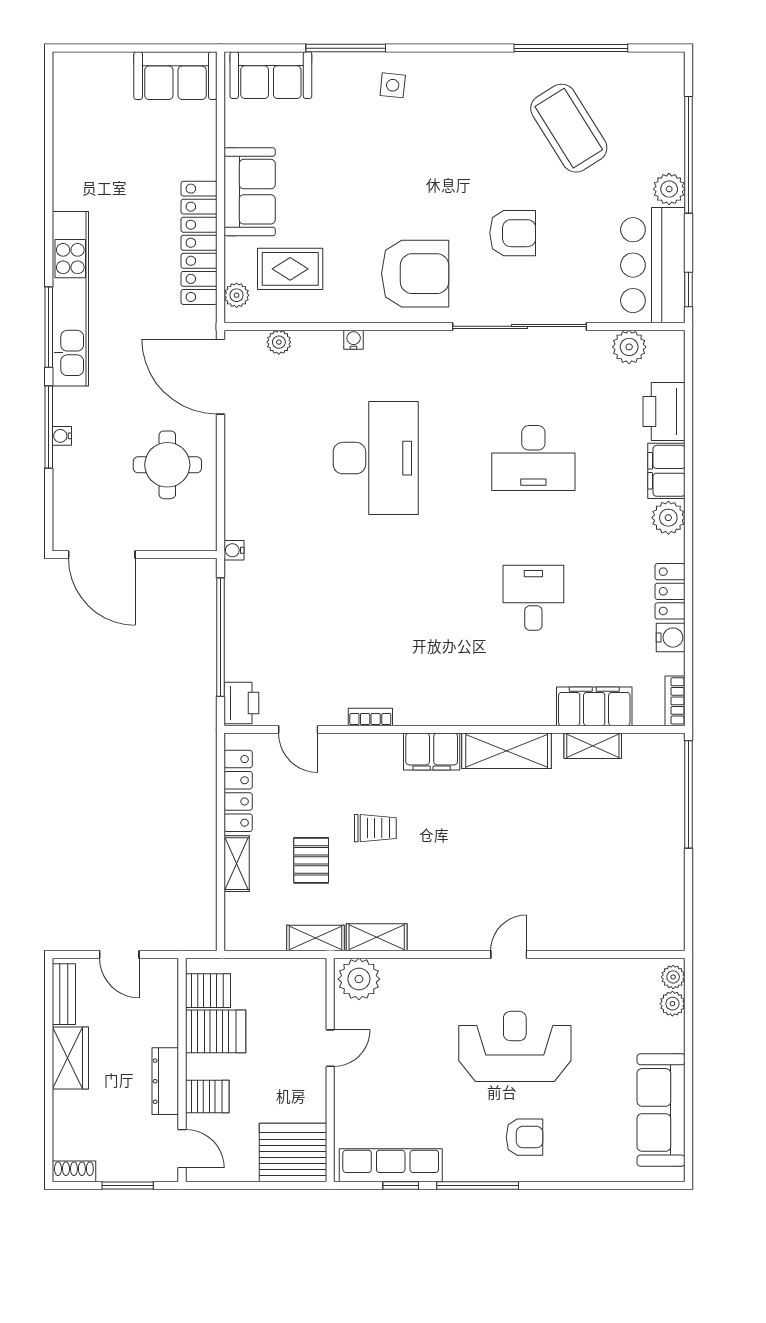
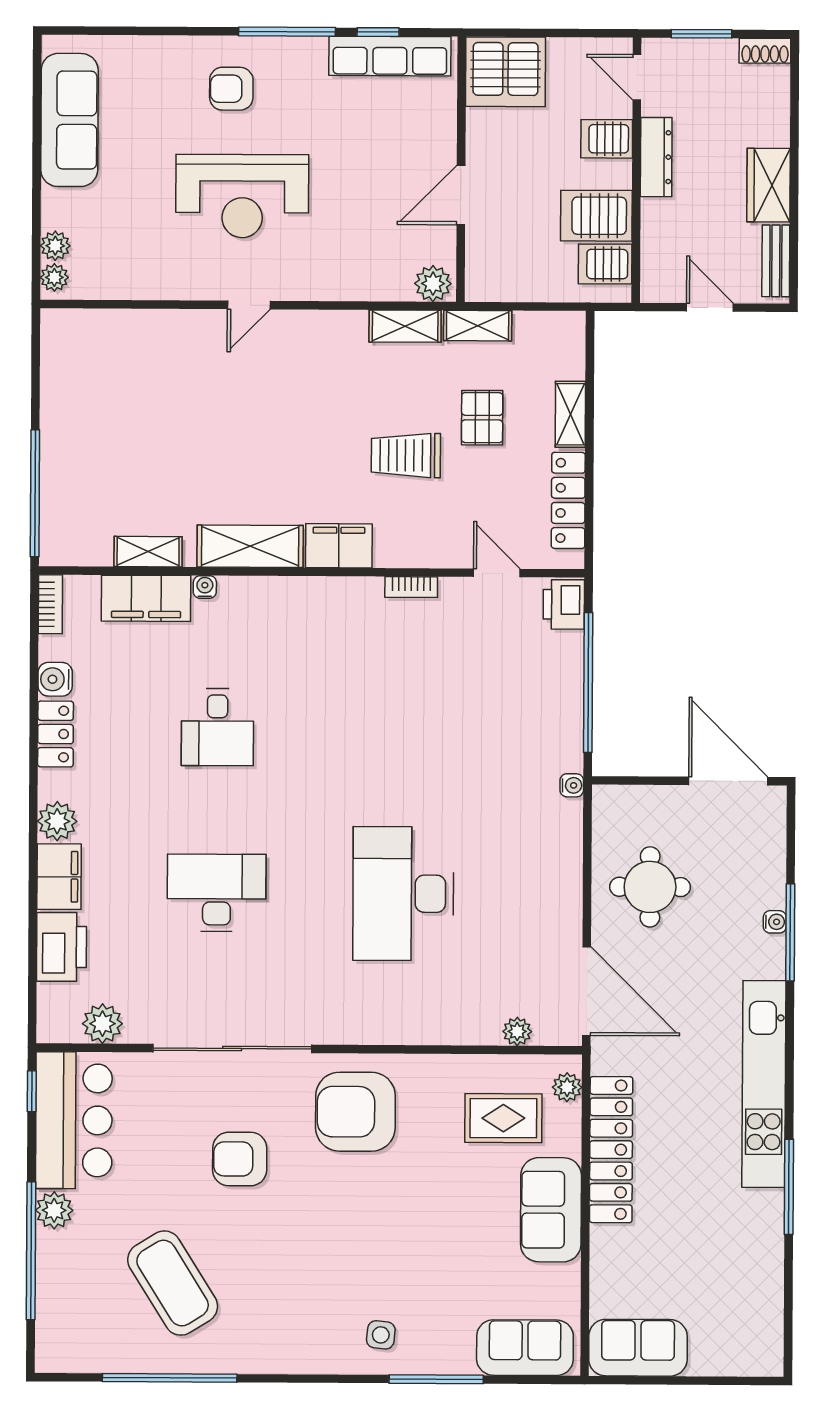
window: (49, 327) -> (789, 1187), moved
water cooler: (354, 340) -> (205, 587), moved, turned 180
trolley: (375, 828) -> (406, 455), width x1.36, depth x1.39
plant: (359, 979) -> (433, 284), width x0.73, depth x0.73
door: (330, 1048) -> (461, 195), width x1.38

